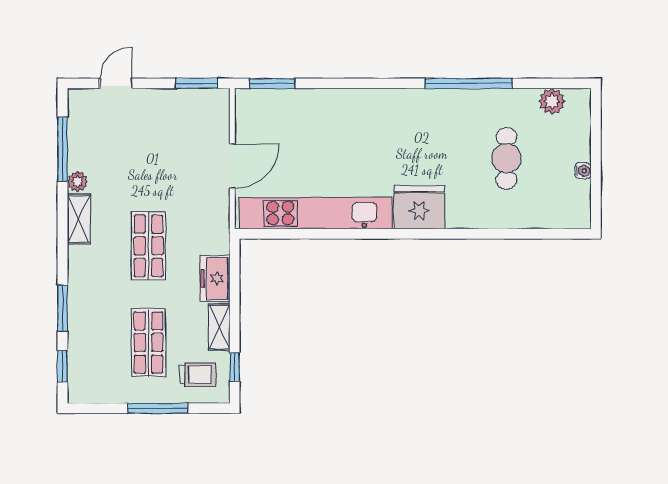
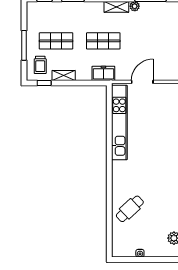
cafe table: (506, 158) -> (130, 209), moved, turned -43
door: (232, 166) -> (142, 82), swing flipped
fridge: (419, 207) -> (122, 173), removed
freezer: (215, 279) -> (103, 73), moved

